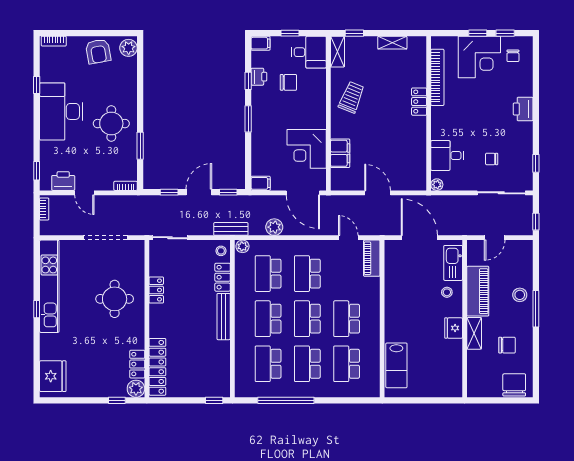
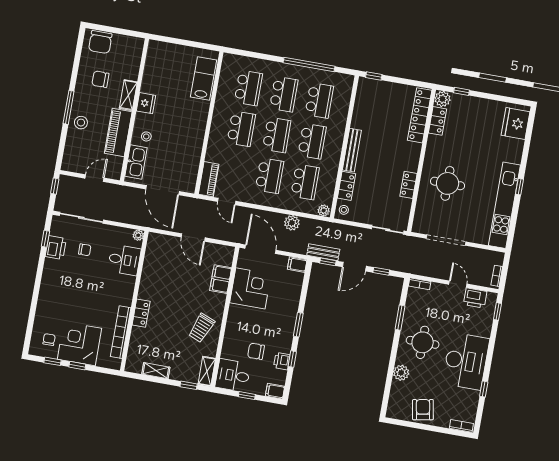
plant: (129, 48) -> (401, 373), moved
printer: (523, 109) -> (56, 248), moved
bench: (231, 229) -> (323, 252), moved

